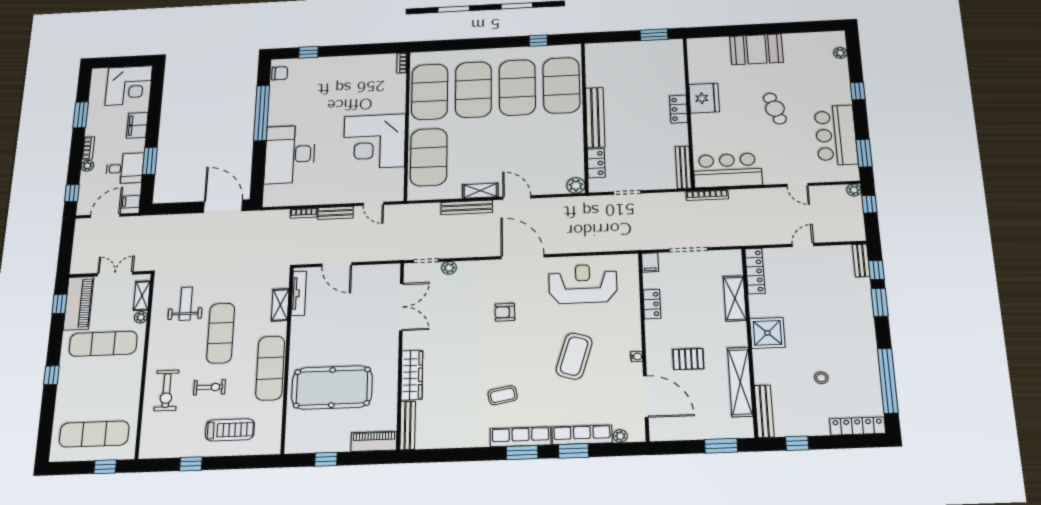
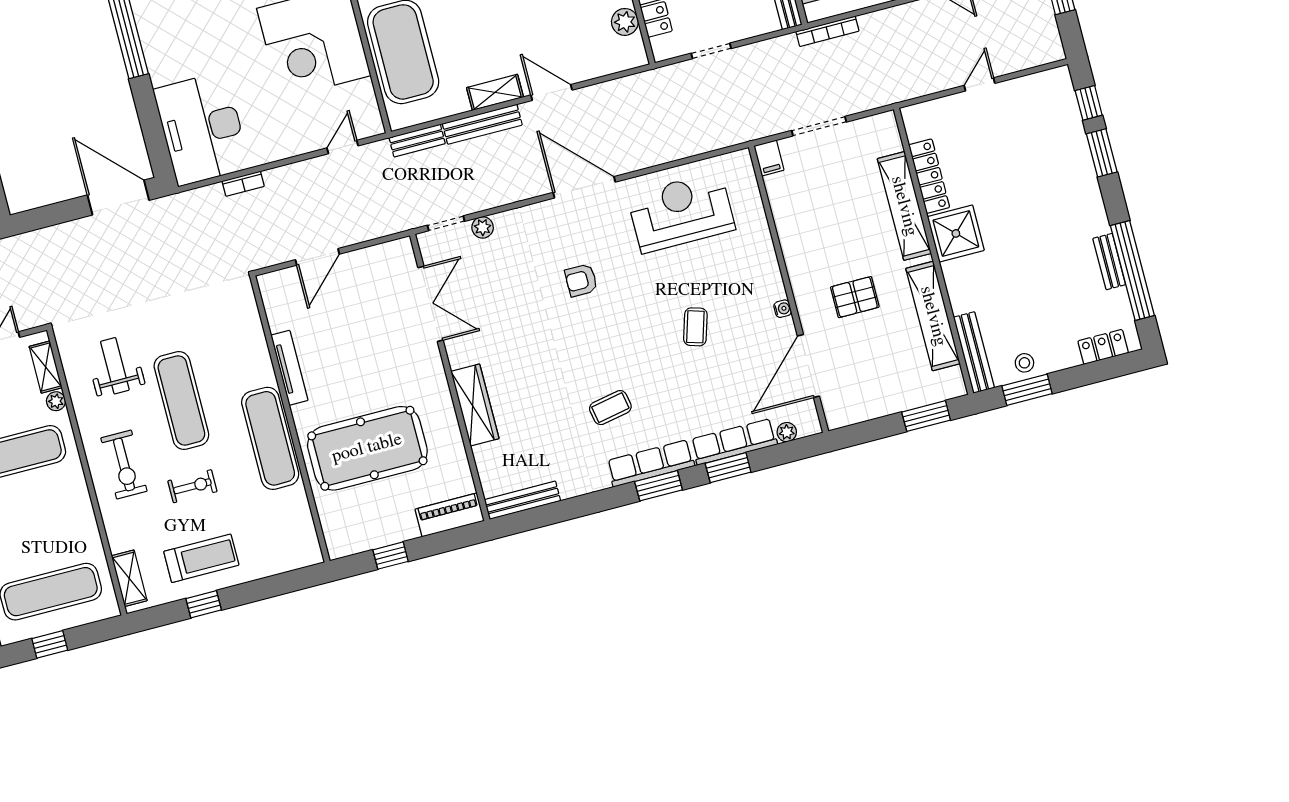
desk: (290, 154) -> (202, 129), moved
plant: (576, 185) -> (625, 22), moved
door: (373, 204) -> (343, 147), swing flipped
bench: (336, 213) -> (417, 141), moved
bench: (861, 260) -> (1109, 262), moved
door: (337, 265) -> (317, 257), hinge flipped
locker: (755, 271) -> (929, 176), moved
tv unit: (299, 293) -> (289, 368), moved
shelving: (735, 299) -> (904, 206), width x1.47
locker: (652, 304) -> (786, 223), removed
shelving: (280, 305) -> (129, 578), moved
coffee table: (574, 356) -> (695, 327), width x0.54, depth x0.58
stool: (821, 378) -> (1024, 363), moved
exercise bike: (167, 390) -> (124, 465), moved
door: (646, 396) -> (808, 366), swing flipped
bench: (408, 425) -> (522, 500), moved, turned 90
locker: (857, 426) -> (1103, 347), width x0.66
treadmill: (230, 430) -> (201, 558), moved
window: (797, 443) -> (1027, 390), width x1.50
window: (105, 467) -> (50, 644), moved

